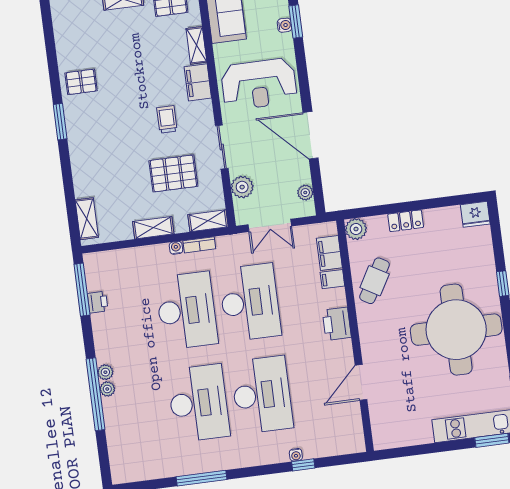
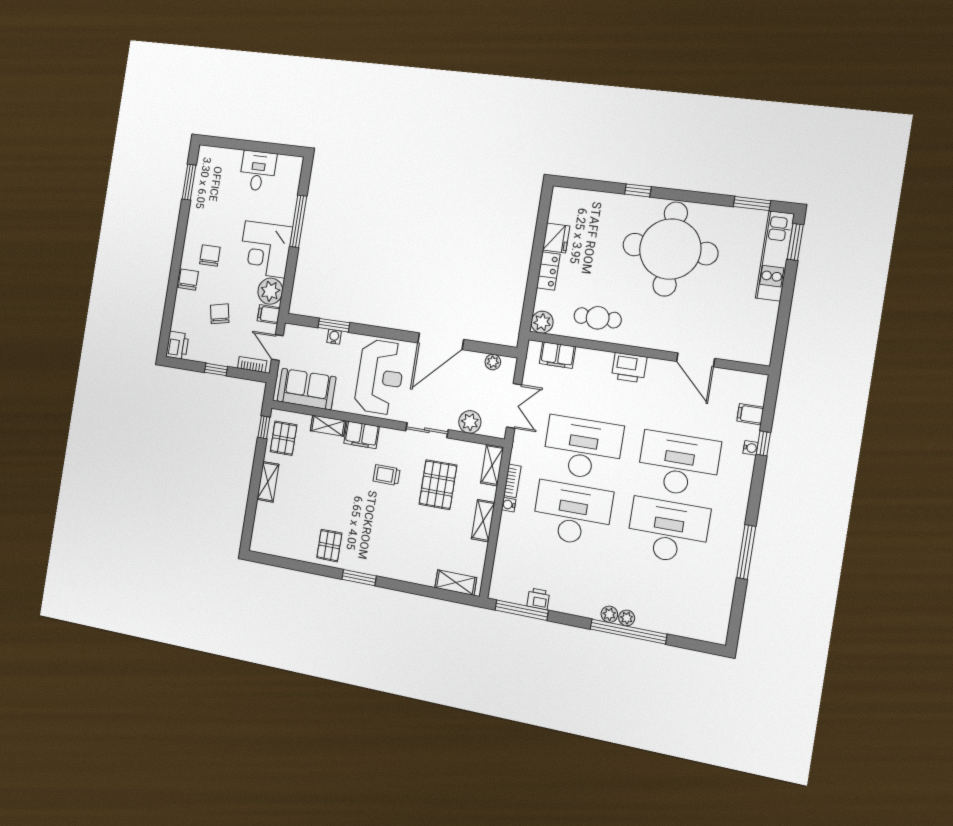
fridge: (475, 214) -> (556, 238), moved
filing cabinet: (332, 279) -> (750, 414), moved, turned 90
cafe table: (375, 281) -> (598, 318), turned -30

